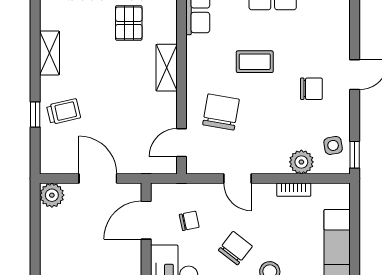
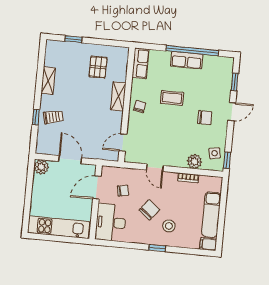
window: (355, 26) -> (235, 82), added
chair: (221, 112) -> (140, 107), moved, width x0.54, depth x0.54

